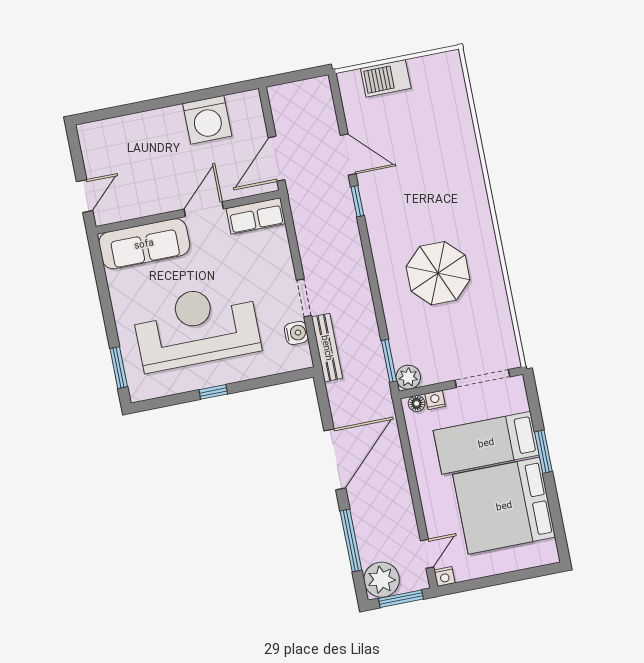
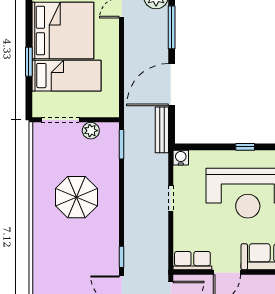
water cooler: (296, 333) -> (181, 158), moved, turned 90
bench: (327, 348) -> (162, 130), moved
plant: (408, 377) -> (91, 131), moved
nightstand: (435, 400) -> (96, 112), removed
floor lamp: (417, 403) -> (109, 112), removed

